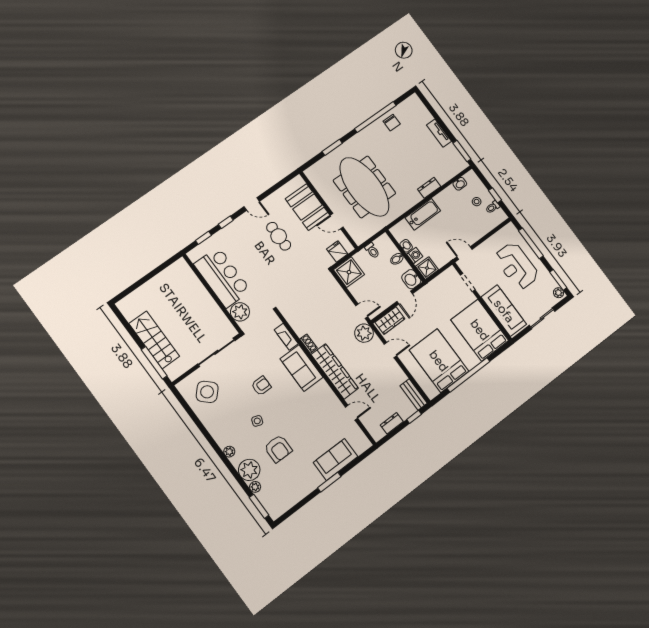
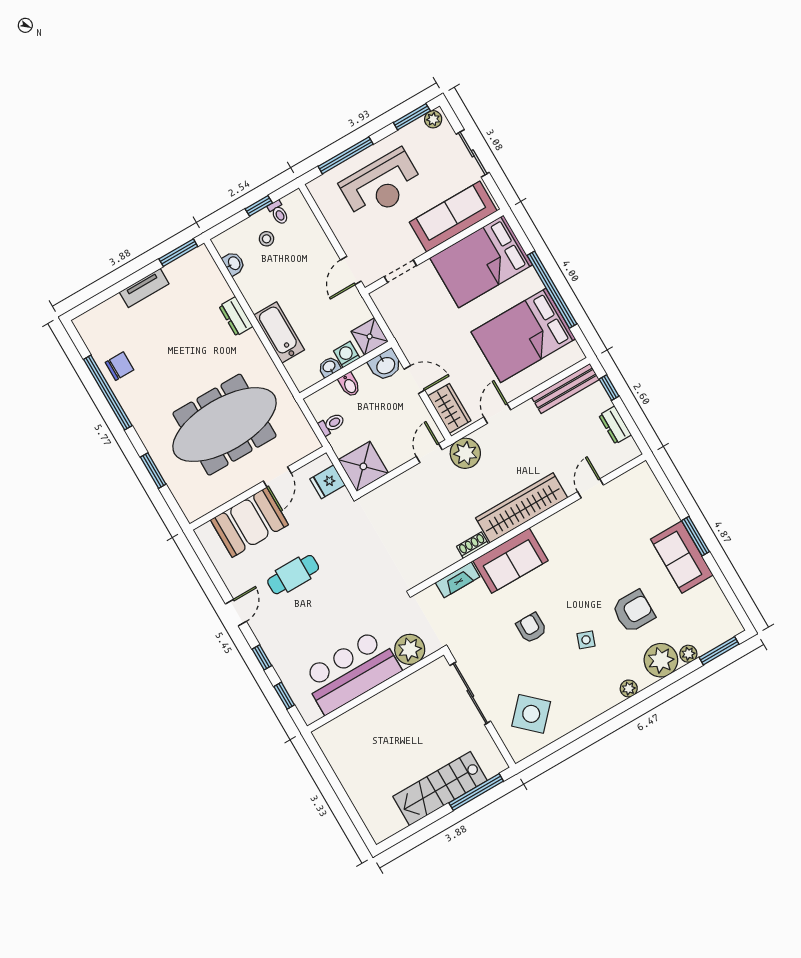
bench: (414, 394) -> (565, 388), width x1.36
sofa: (336, 460) -> (682, 557), moved

